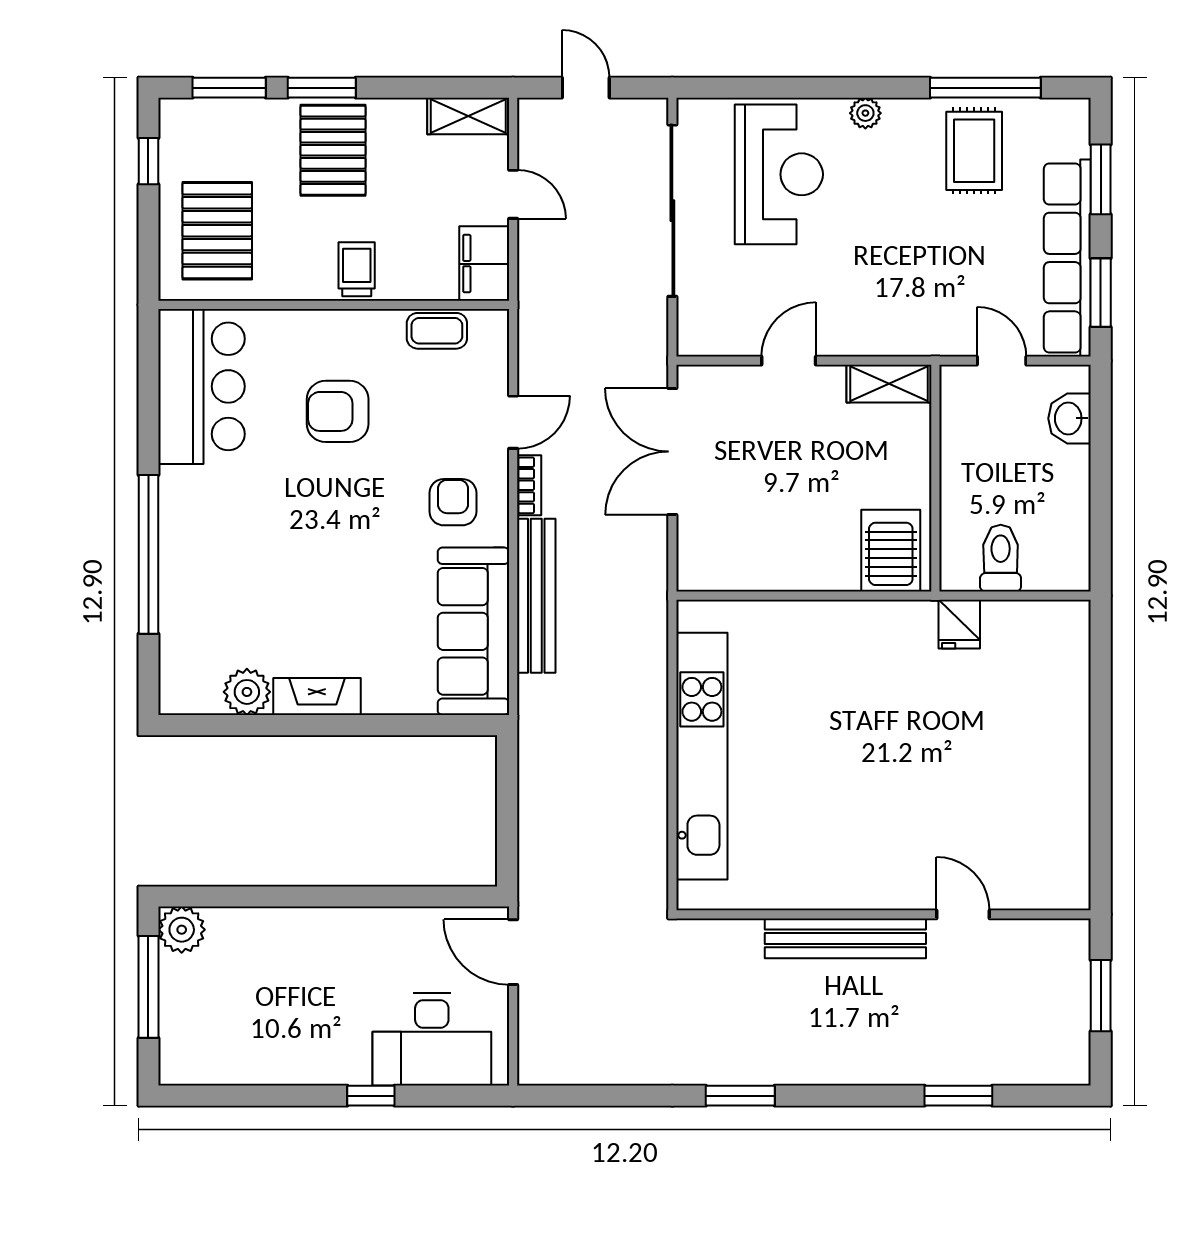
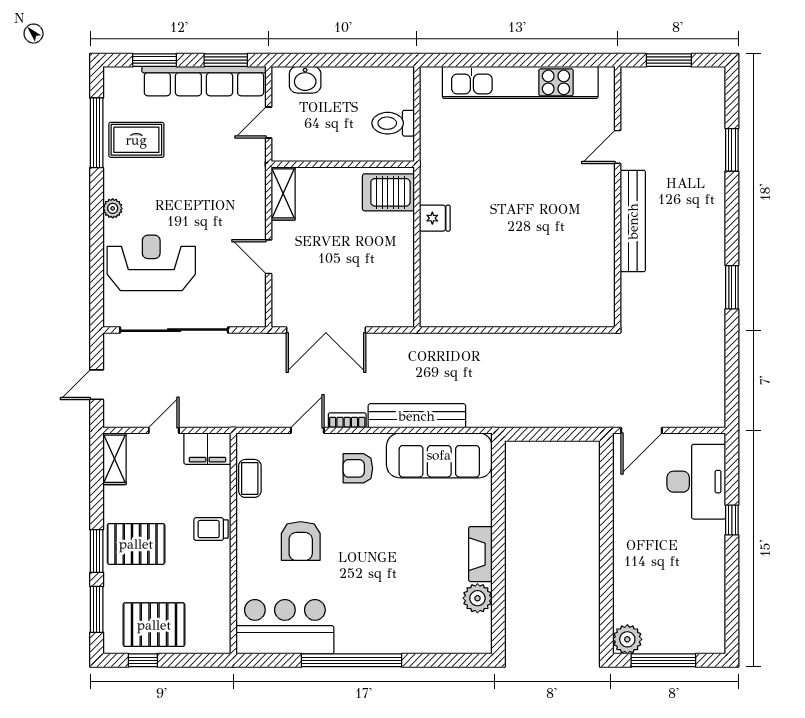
pallet: (217, 231) -> (154, 625), moved
door: (513, 422) -> (307, 430), hinge flipped
window: (148, 554) -> (351, 660), moved
fridge: (959, 624) -> (435, 218), moved
kitchen unit: (702, 756) -> (520, 82), moved, turned 180

